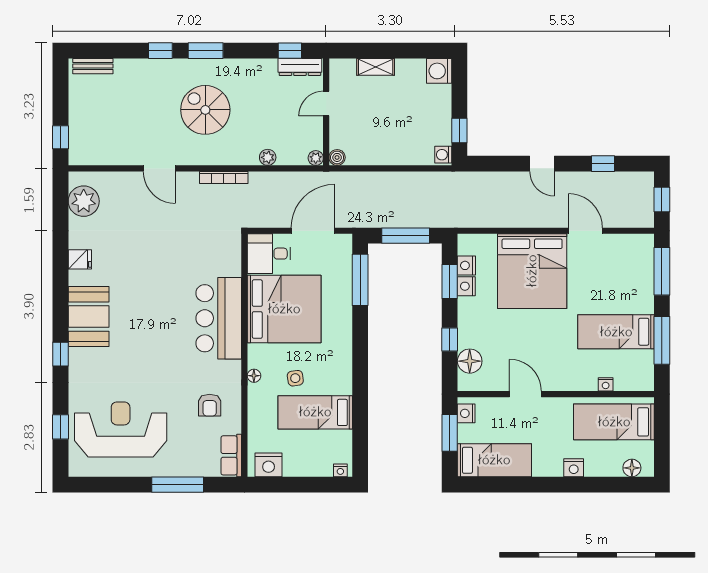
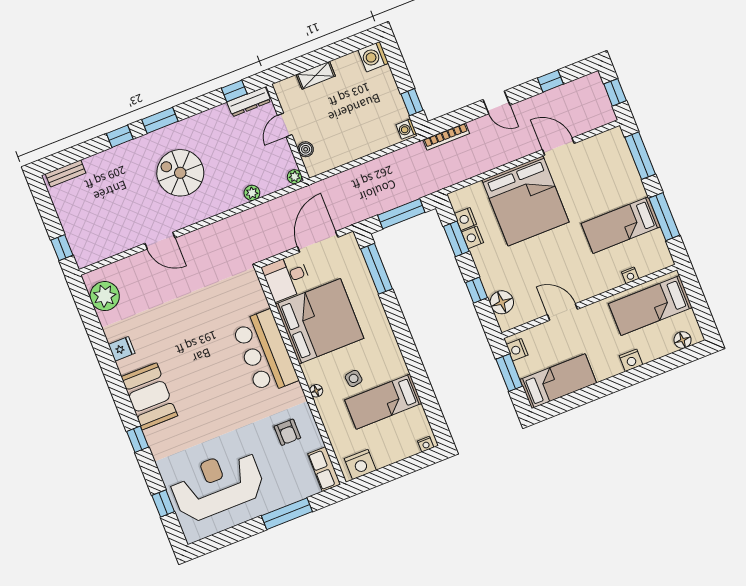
boiler: (337, 157) -> (306, 149), moved
bookcase: (224, 177) -> (446, 137), moved

